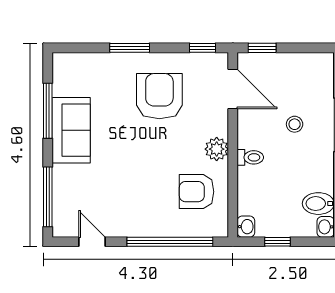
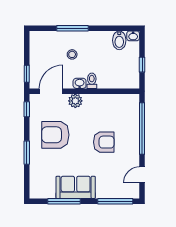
plant: (217, 149) -> (75, 101), moved
armchair: (197, 192) -> (104, 142), moved, turned -90
washbasin: (246, 227) -> (80, 83), moved

